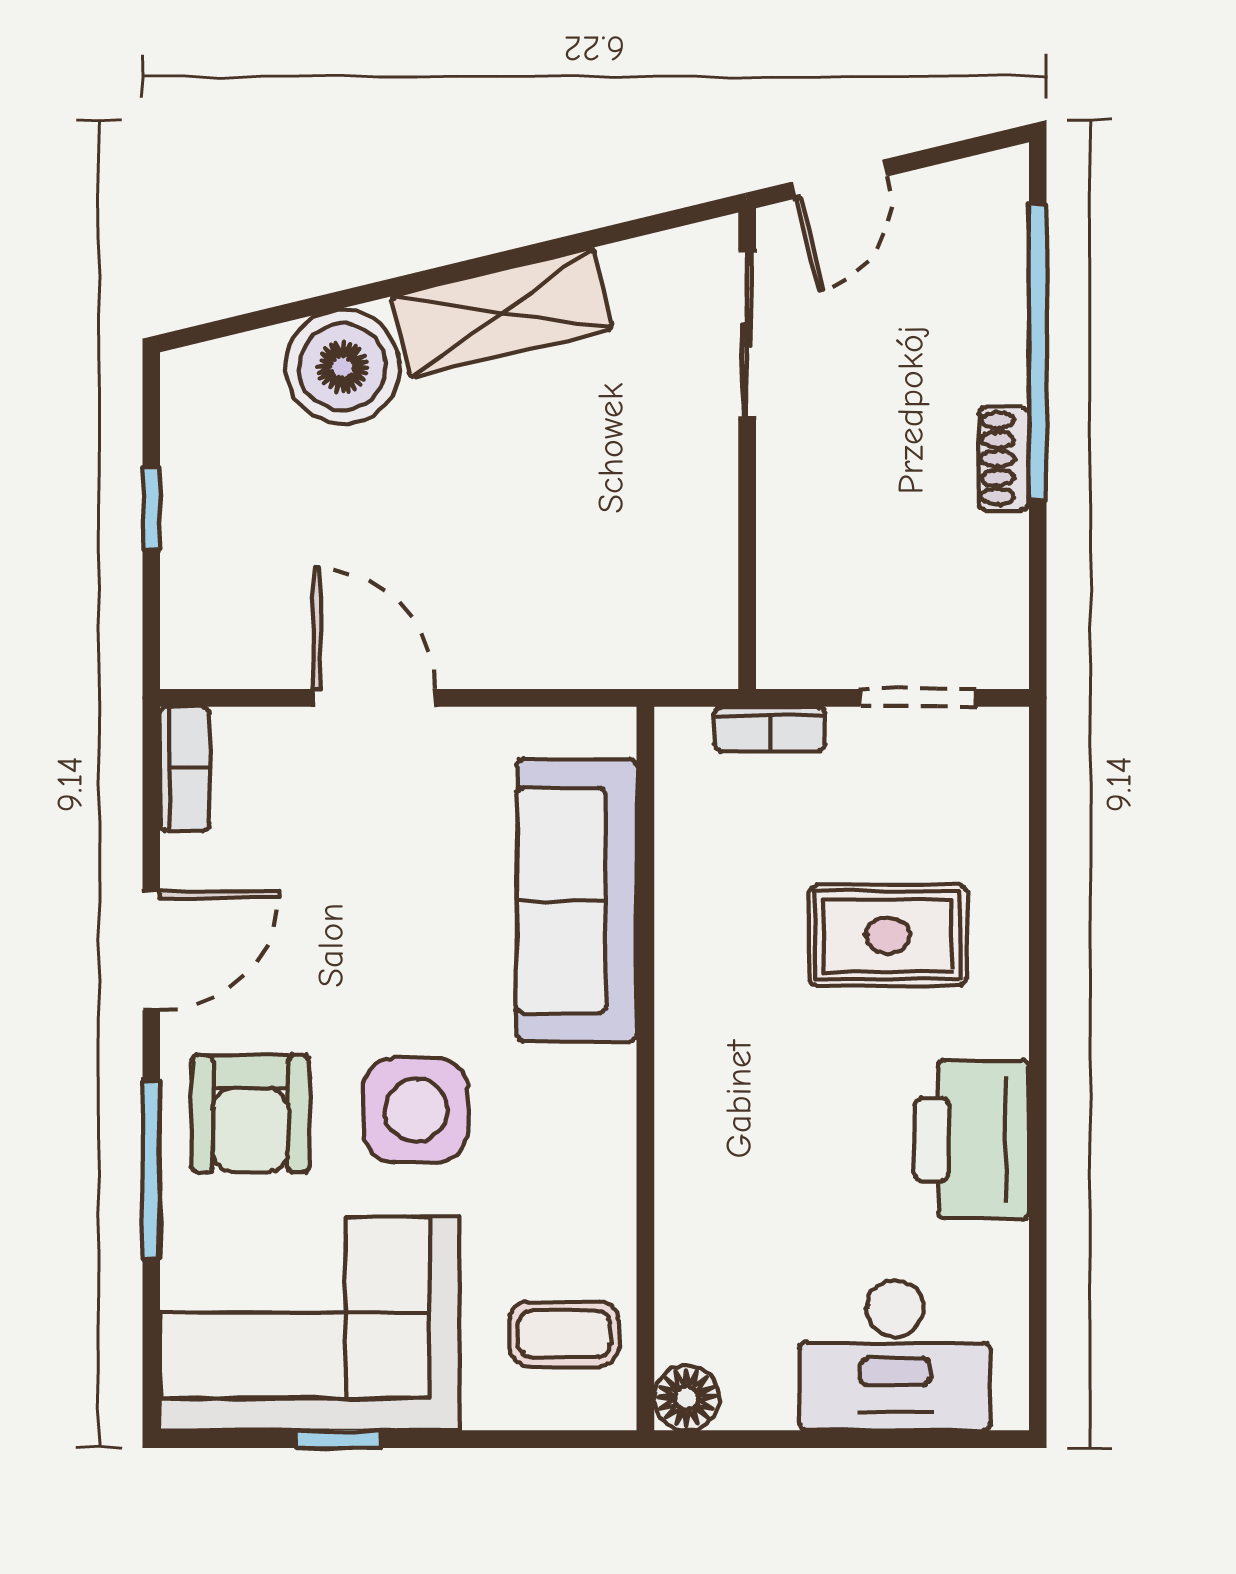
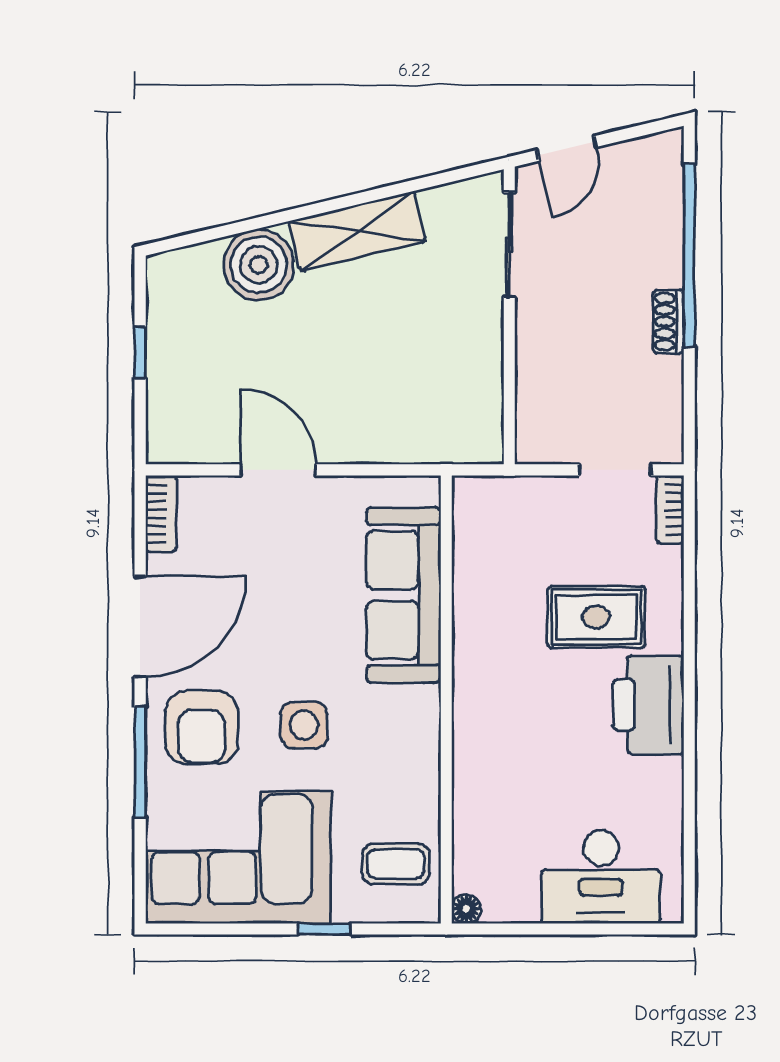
bookcase: (770, 729) -> (670, 510), moved, turned 90
door: (151, 951) -> (140, 627), width x1.36
side table: (416, 1110) -> (304, 725), width x0.73, depth x0.73
printer: (972, 1139) -> (648, 705), moved
floor lamp: (687, 1398) -> (466, 909), width x0.73, depth x0.73
window: (339, 1439) -> (324, 929), moved

